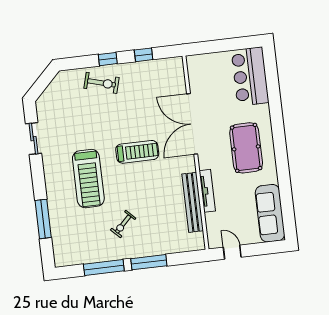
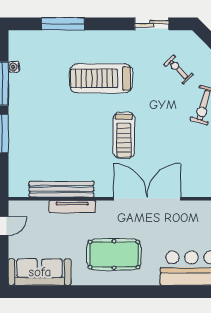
exercise bike: (123, 224) -> (179, 70), moved
water cooler: (87, 259) -> (14, 67), added

